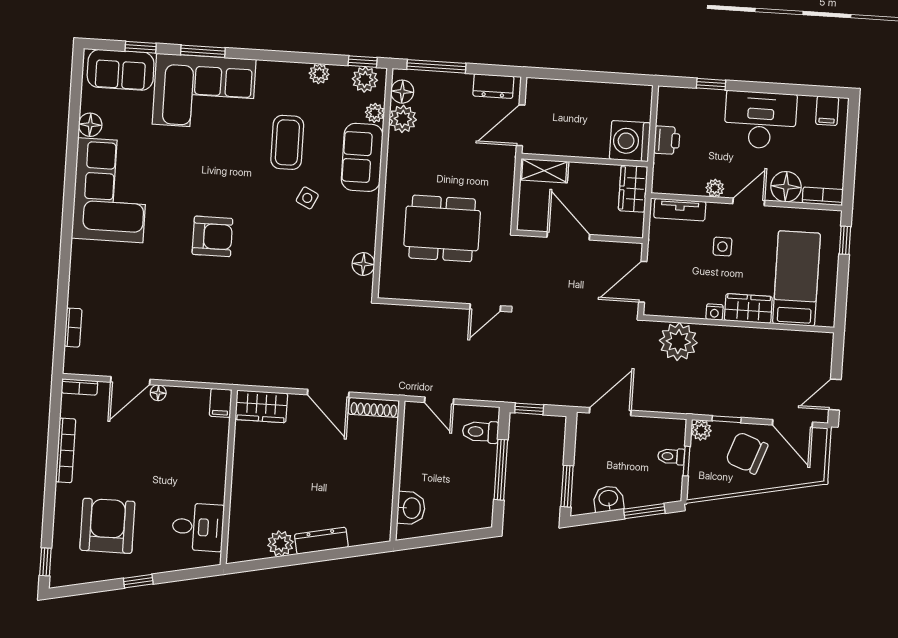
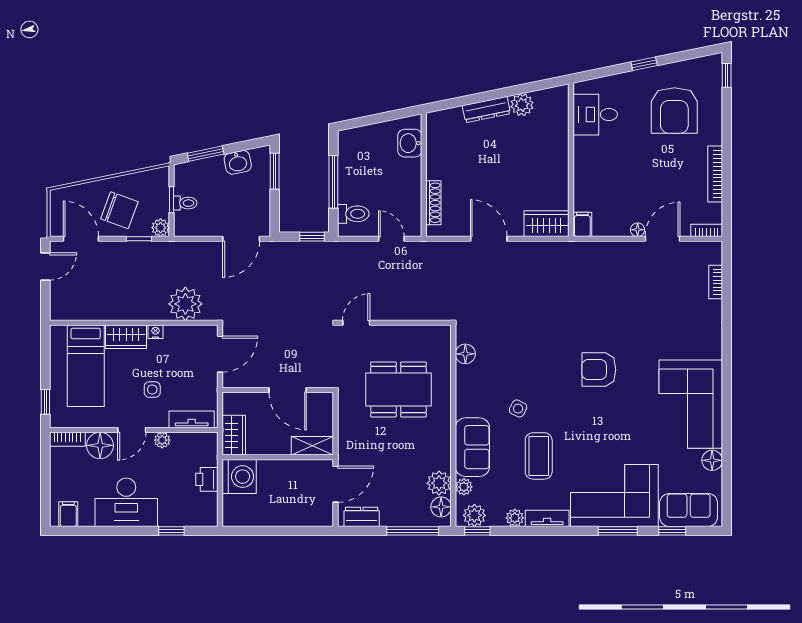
tv unit: (282, 71) -> (547, 518), added
shoe rack: (374, 407) -> (433, 203), moved, turned 90

